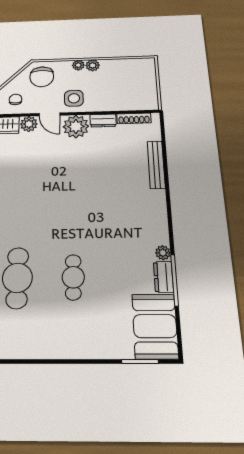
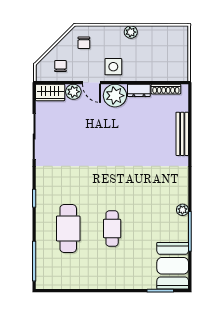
plant: (78, 65) -> (118, 31), removed
chair: (42, 77) -> (84, 43), width x0.54, depth x0.54
dresser: (163, 277) -> (182, 229), removed

